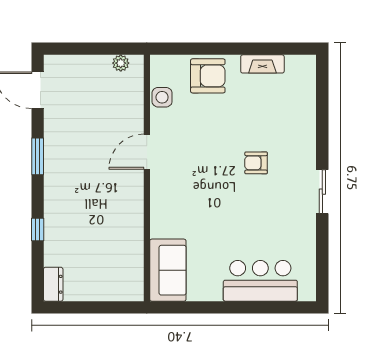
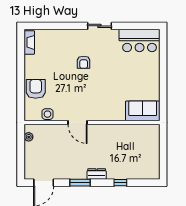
fireplace: (262, 64) -> (29, 42), moved
bar counter: (260, 281) -> (140, 40), moved, turned -90
dresser: (53, 284) -> (97, 174), moved

